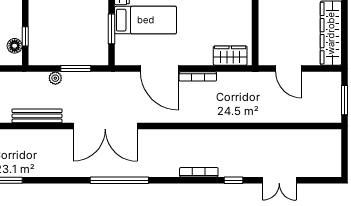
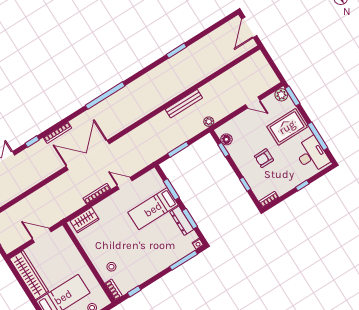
door: (159, 69) -> (125, 183), width x0.53
plant: (55, 78) -> (209, 122), moved
double door: (105, 126) -> (88, 155), moved

